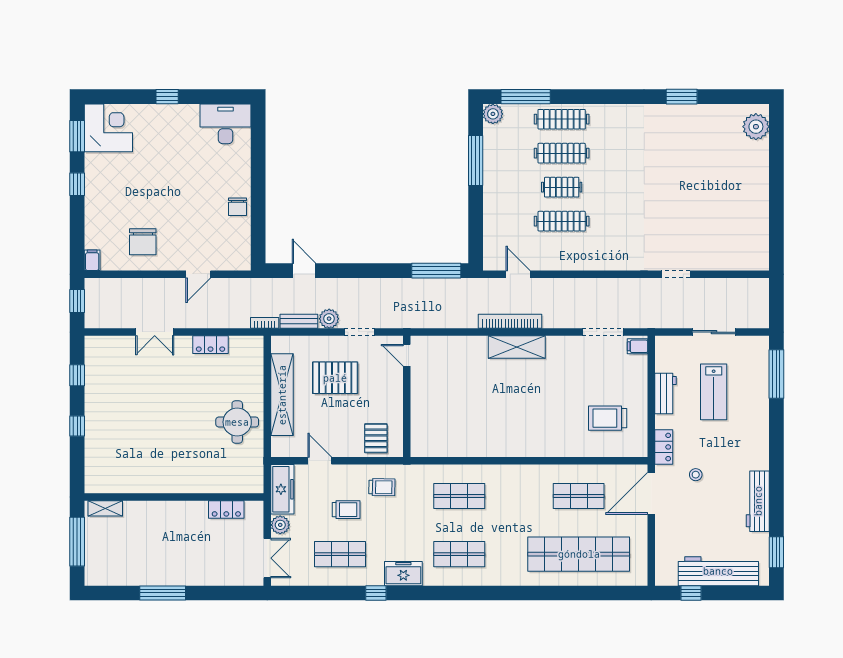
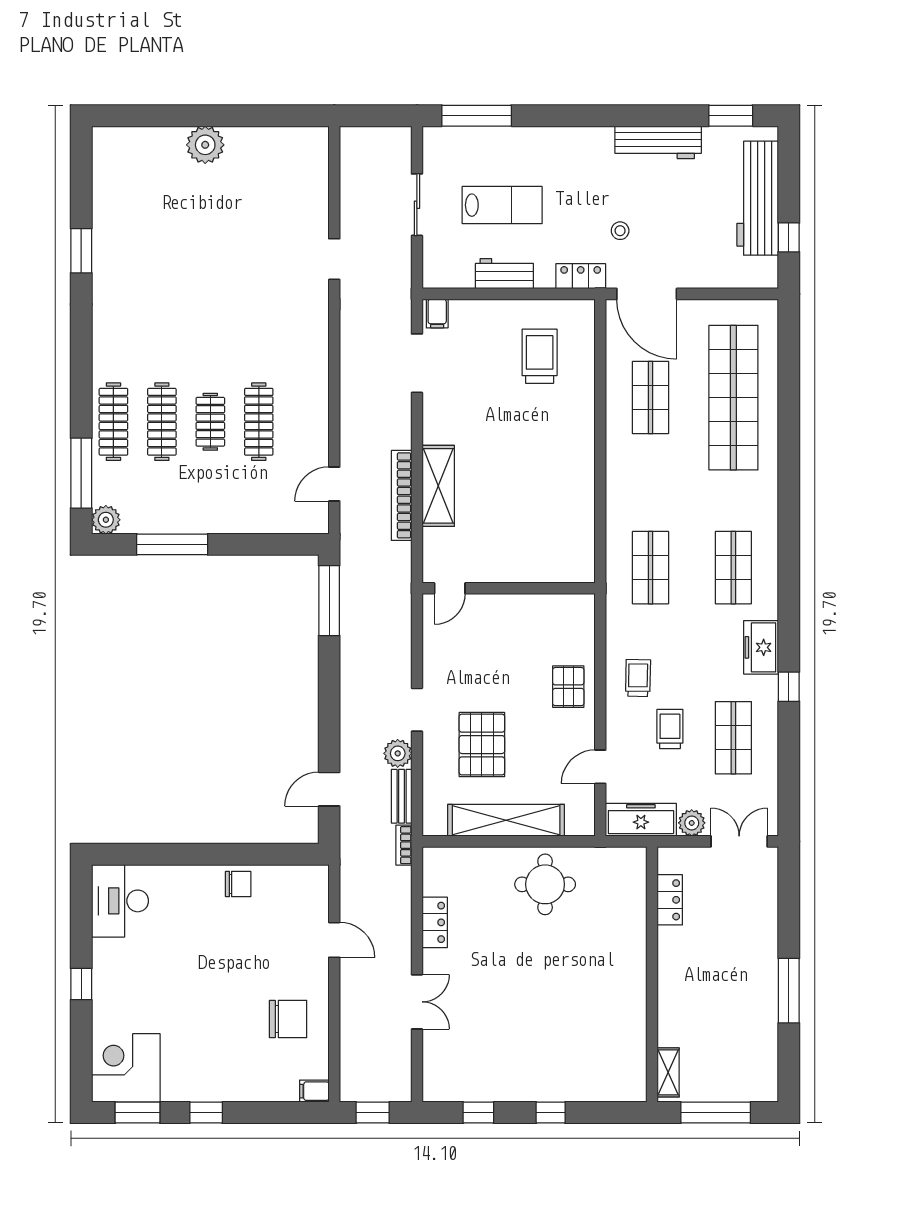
plant: (756, 127) -> (205, 145), moved
door: (407, 355) -> (450, 588), moved
wall: (407, 396) -> (509, 588), moved
trolley: (608, 418) -> (540, 356), turned 180
pallet: (376, 438) -> (568, 687), turned 90

